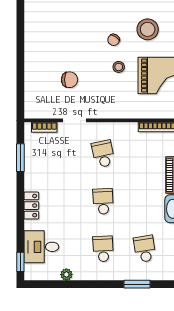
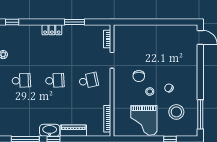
chair: (70, 80) -> (139, 76), moved
window: (20, 158) -> (75, 22), moved
desk: (41, 247) -> (23, 37), removed
school desk: (145, 249) -> (21, 110), removed

